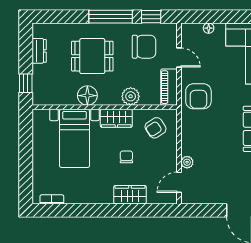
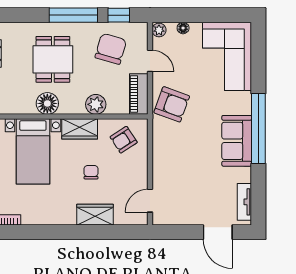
chair: (144, 47) -> (111, 49), turned -74
dining table: (92, 56) -> (53, 59), turned 90
armchair: (198, 96) -> (172, 104), turned -70
plant: (187, 162) -> (159, 30), moved

